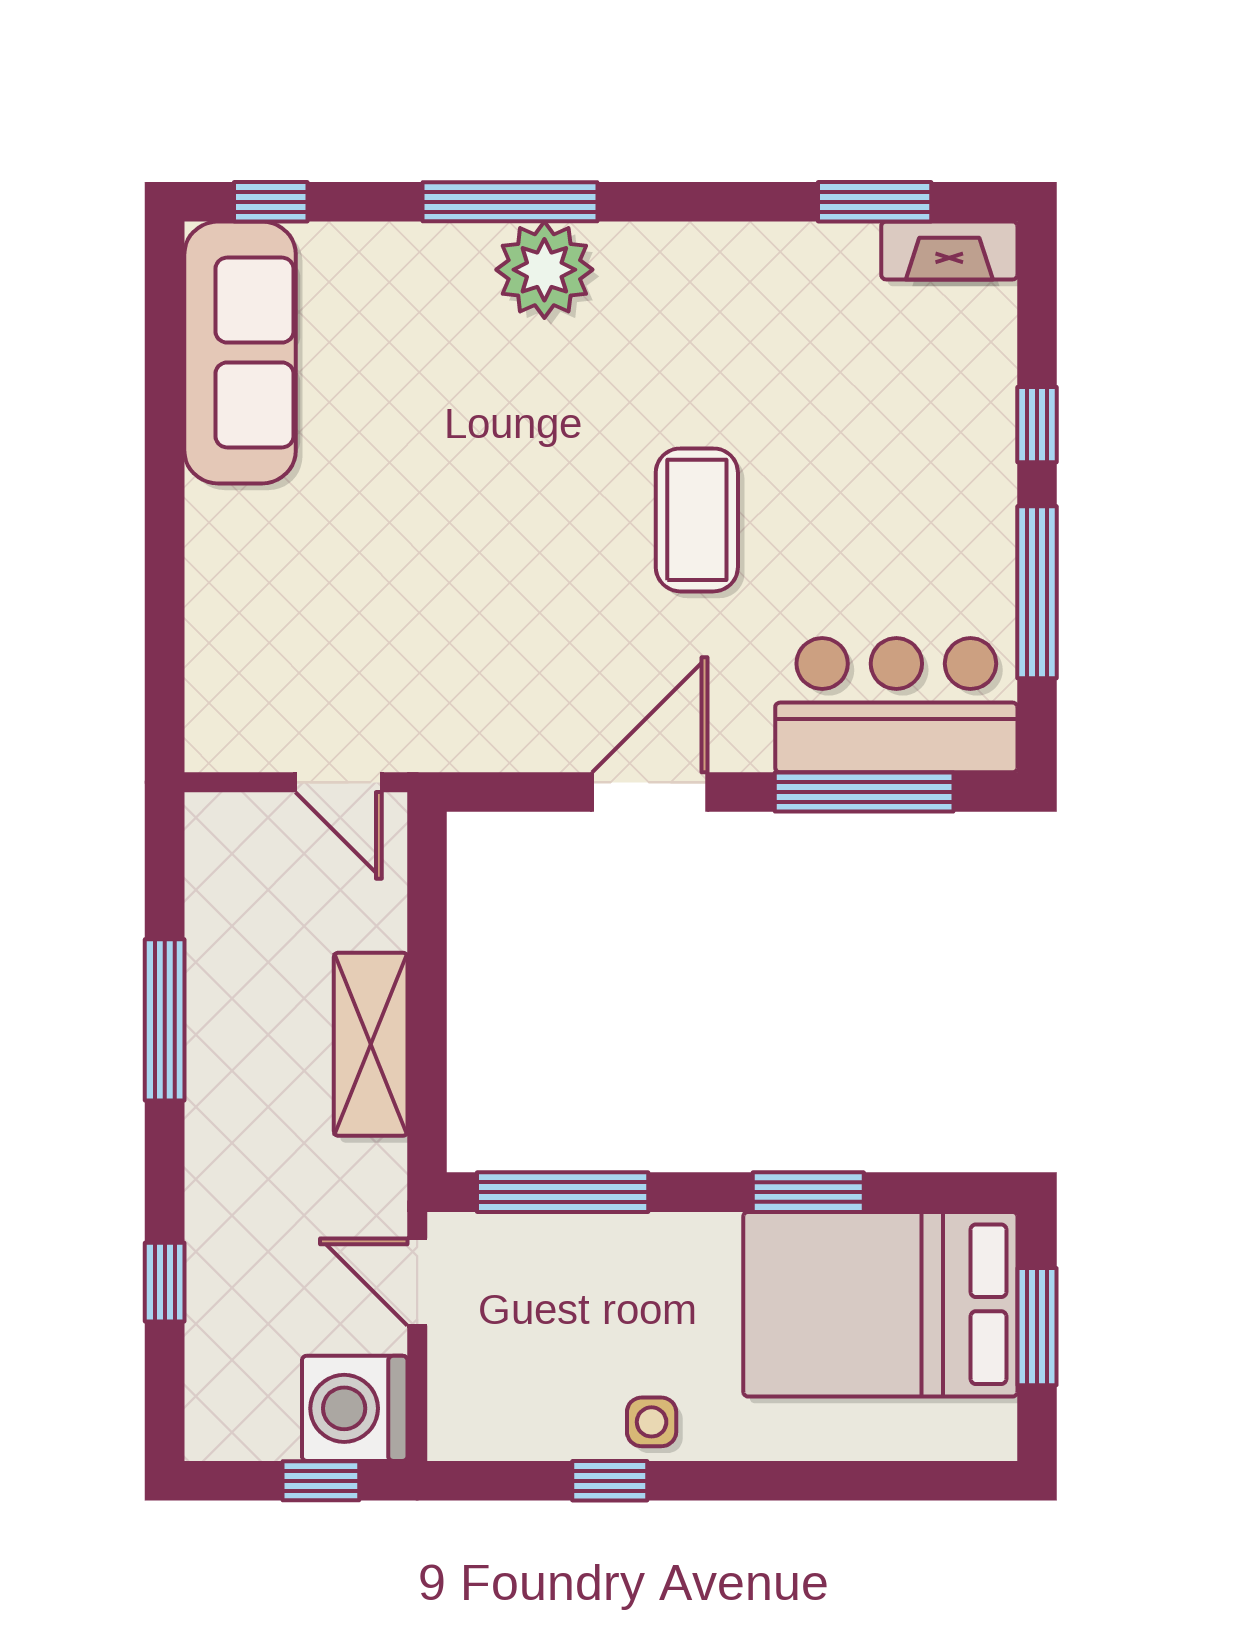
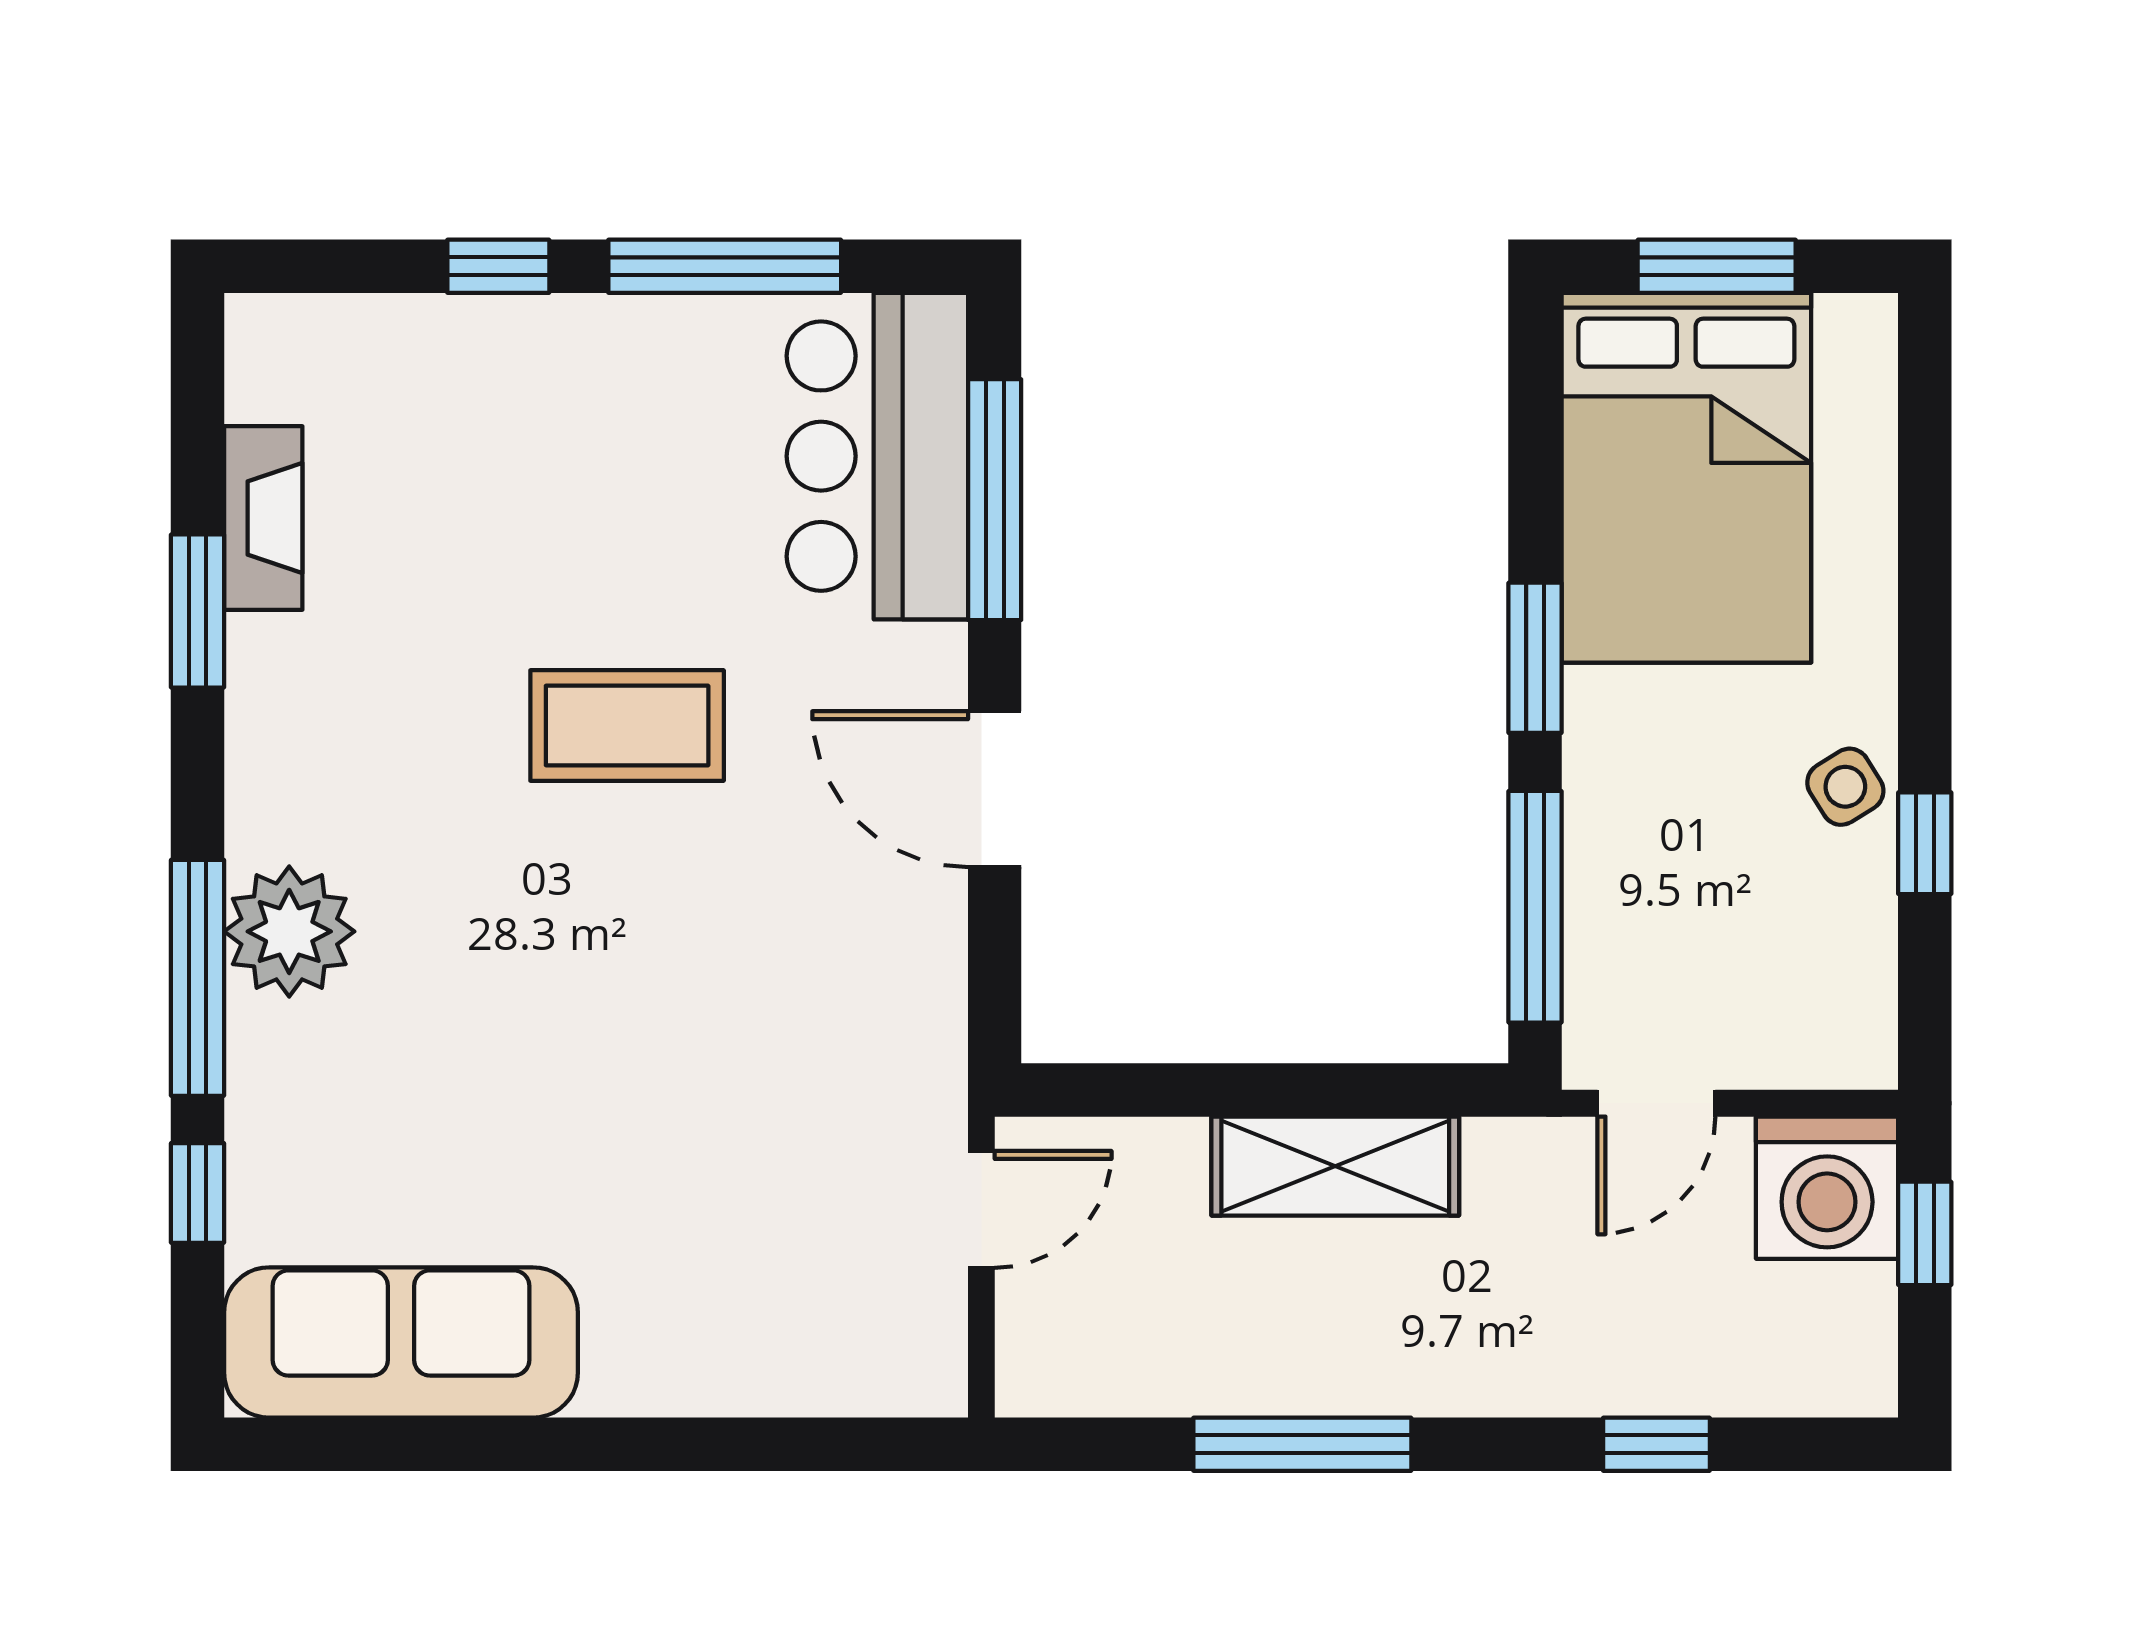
window: (271, 202) -> (197, 1193), moved
window: (875, 202) -> (197, 611), moved
fireplace: (949, 250) -> (263, 518), moved
window: (808, 1192) -> (1535, 658), moved
side table: (652, 1422) -> (1845, 787), turned -32

